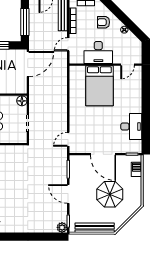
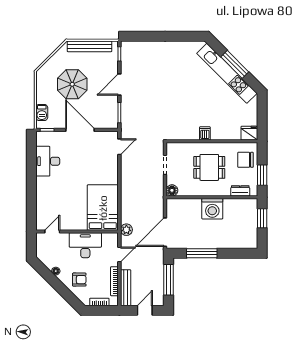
bed: (99, 86) -> (103, 208), moved
door: (68, 194) -> (119, 85), swing flipped
plant: (62, 227) -> (126, 230), moved

